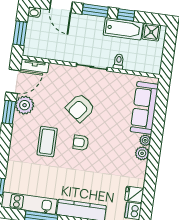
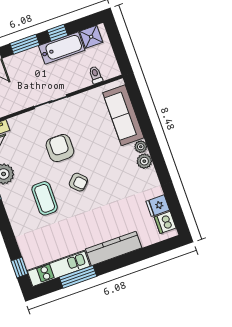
toilet: (119, 62) -> (96, 75), moved
armchair: (80, 108) -> (60, 148), turned 142
armchair: (81, 143) -> (78, 182), turned -135

